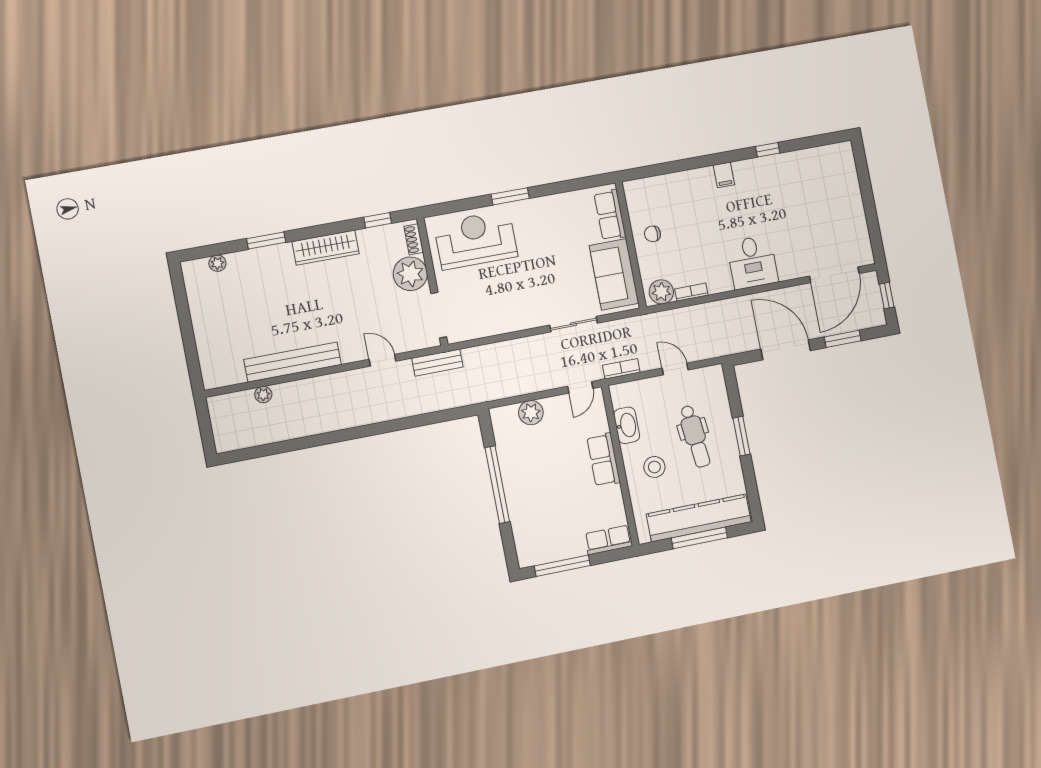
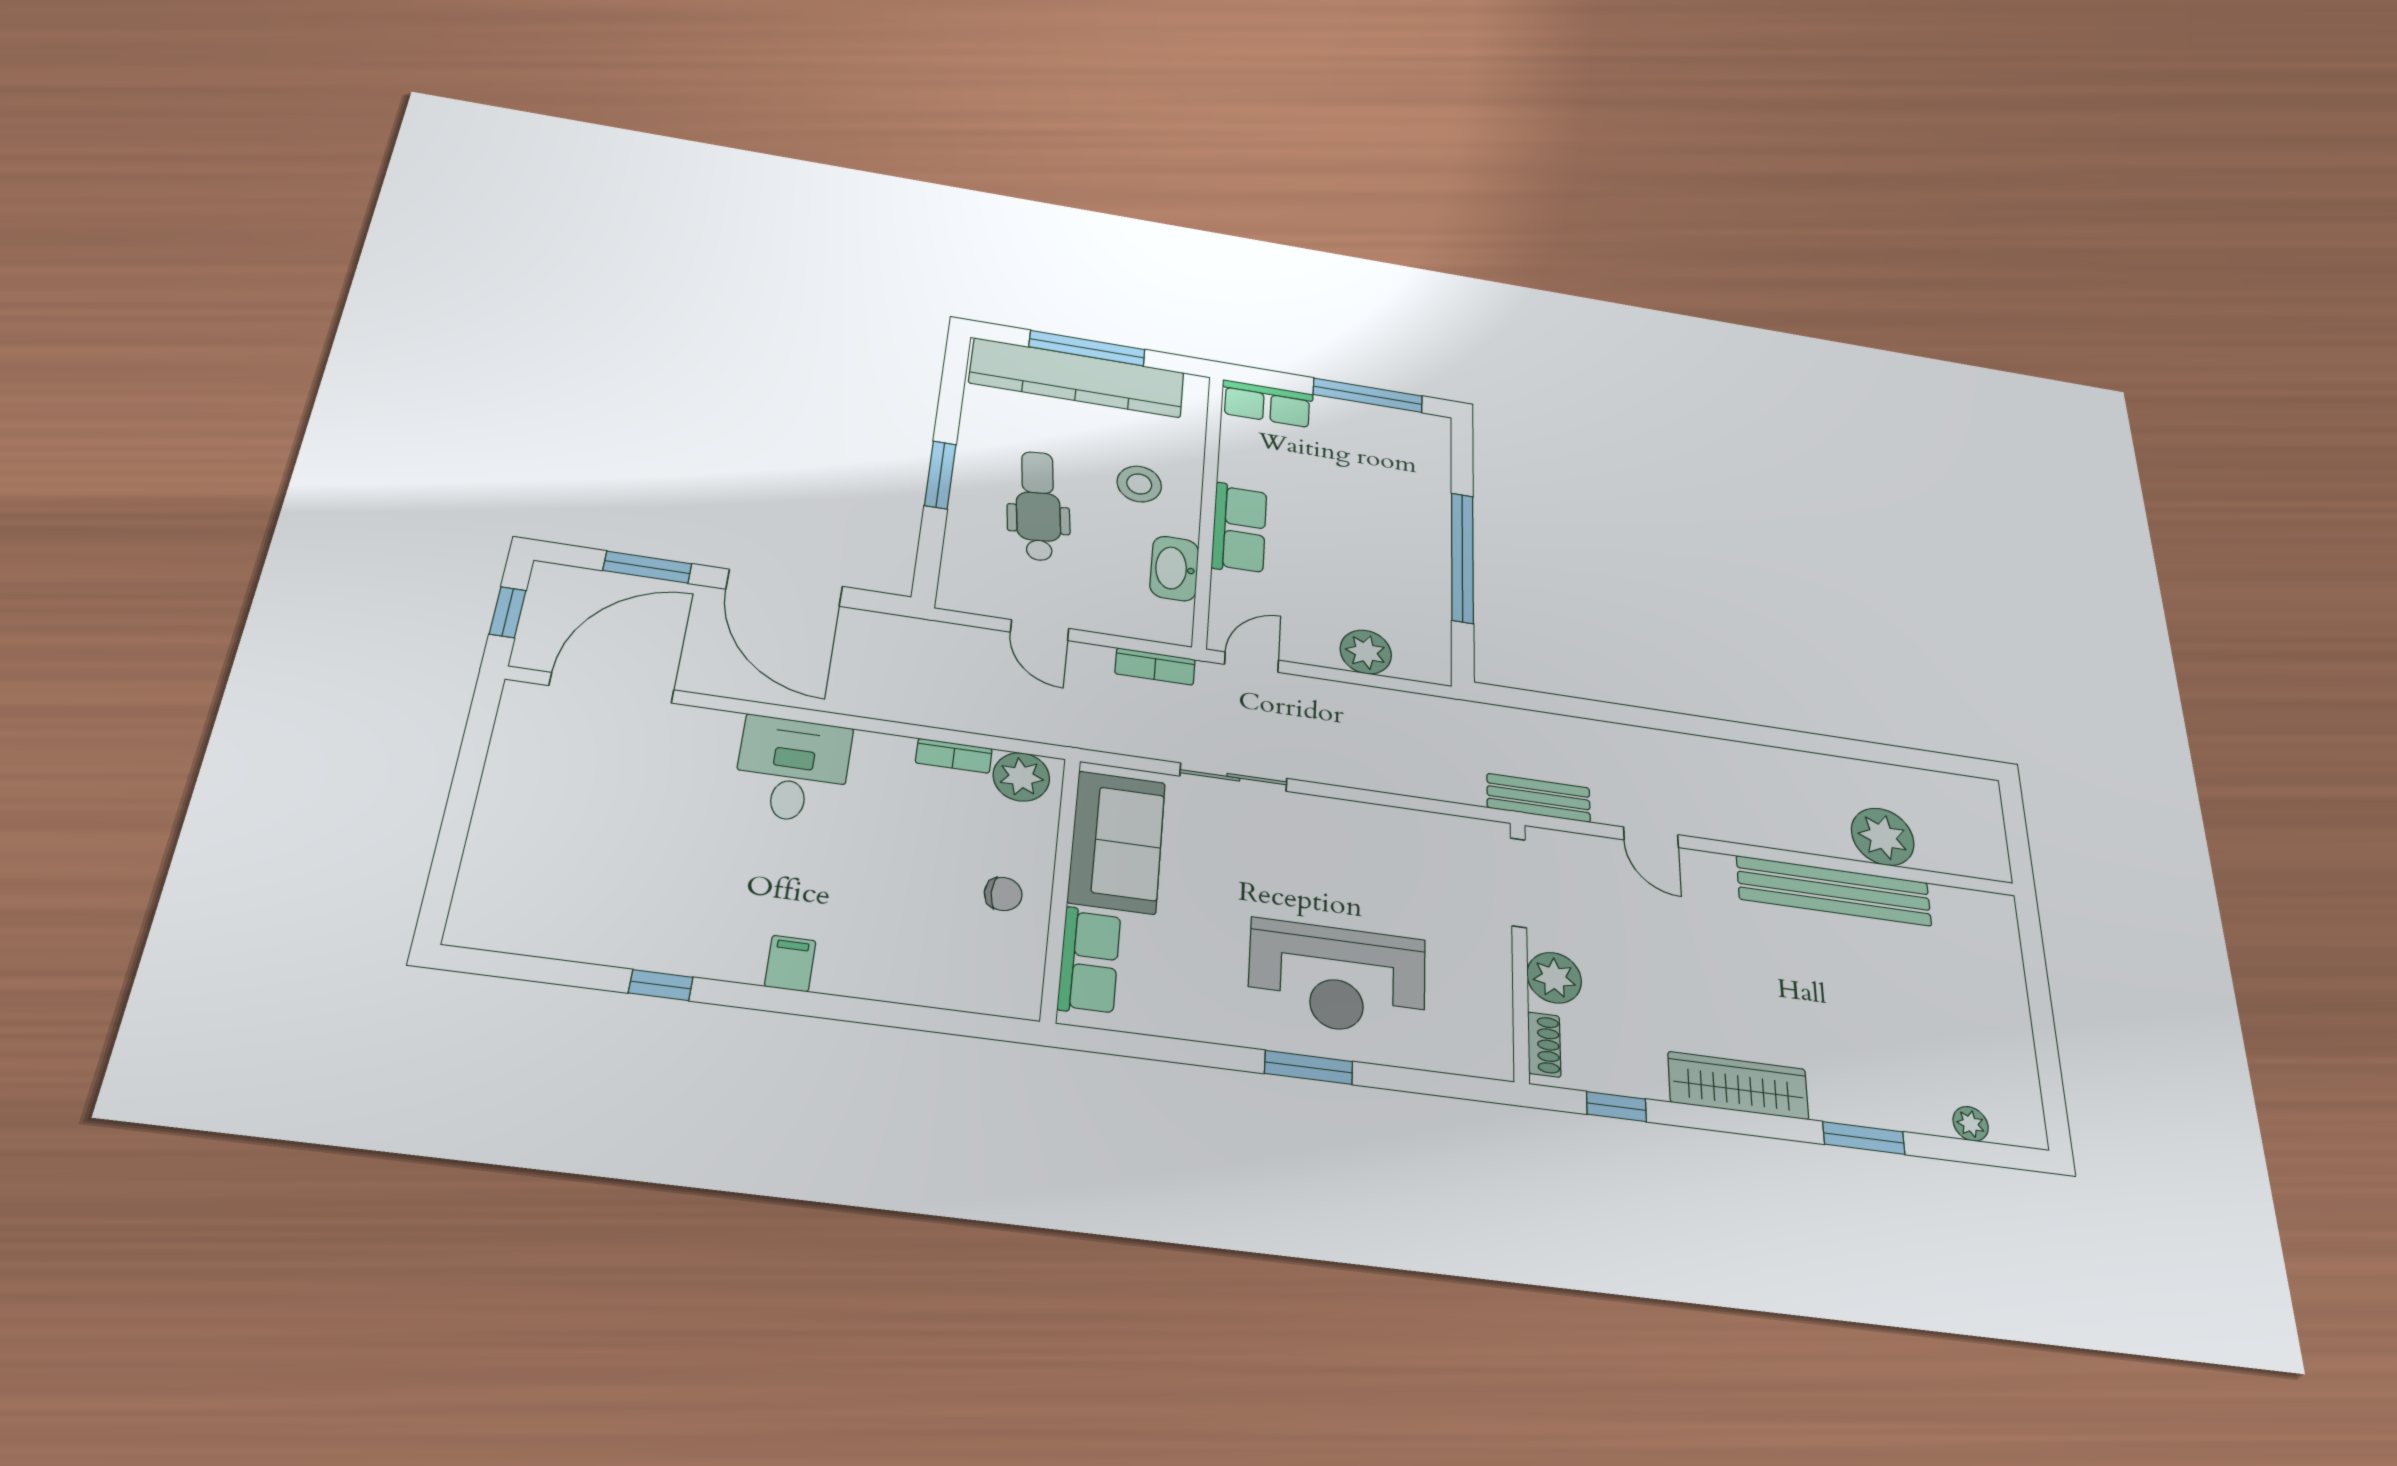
reception desk: (476, 240) -> (1337, 978), moved
plant: (410, 274) -> (1554, 978), width x0.73, depth x0.73
plant: (263, 395) -> (1883, 837), width x1.88, depth x1.88

